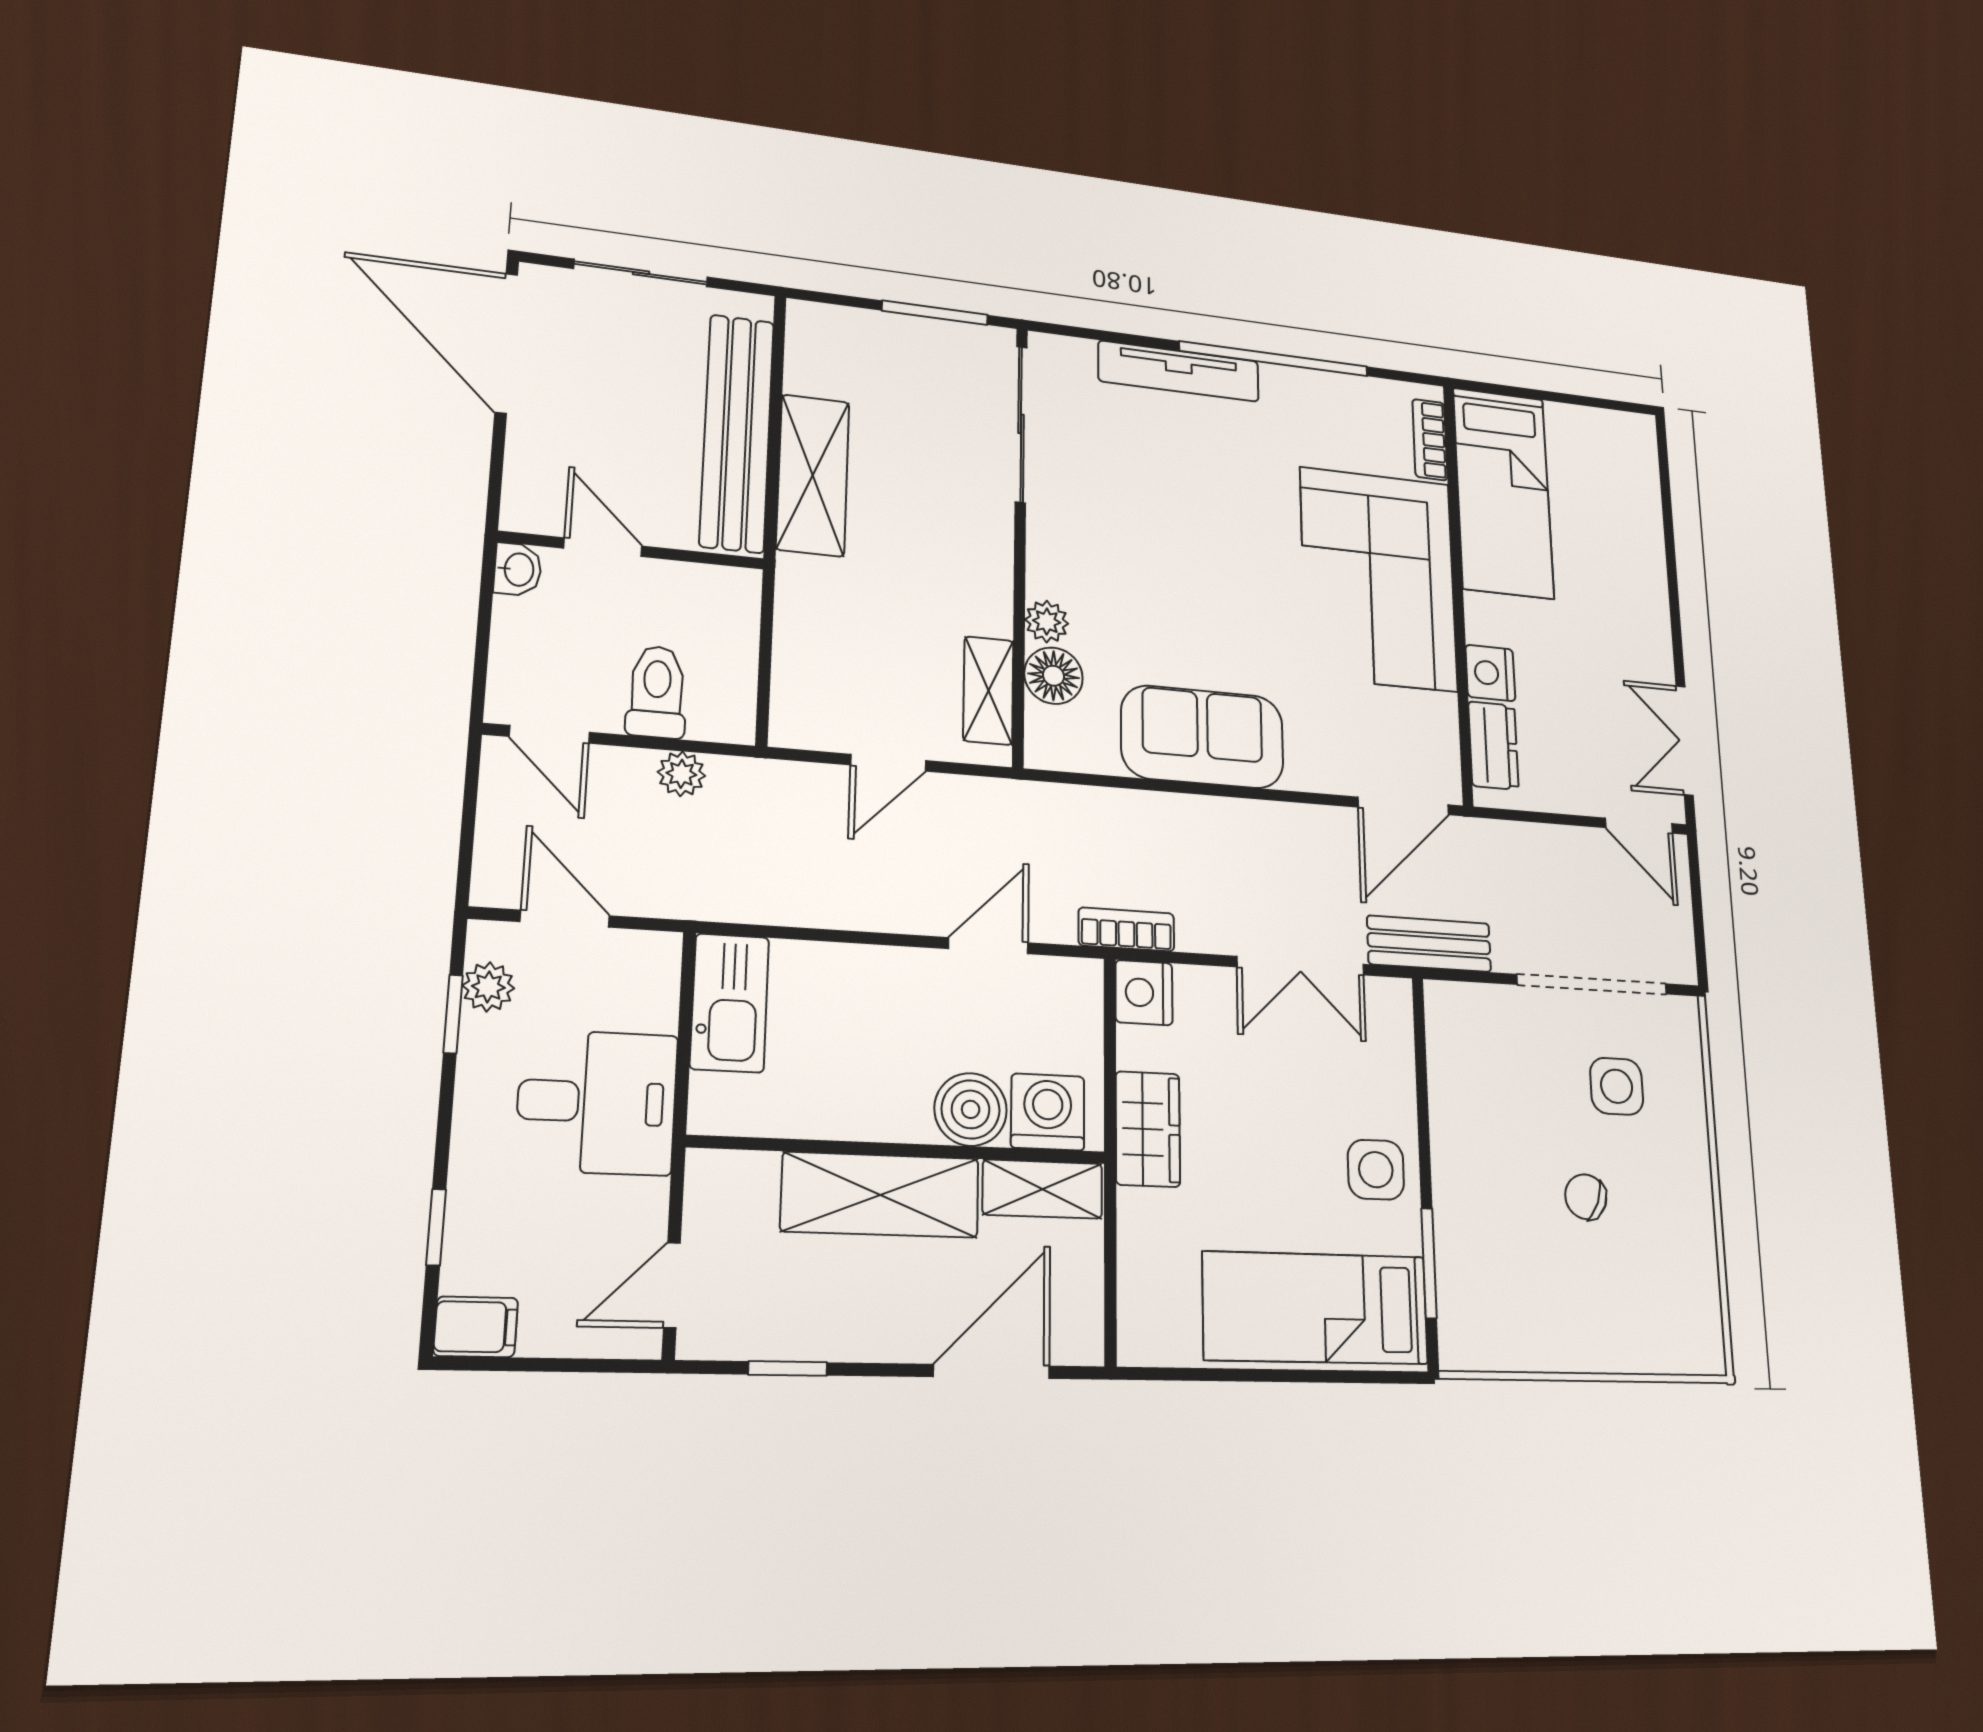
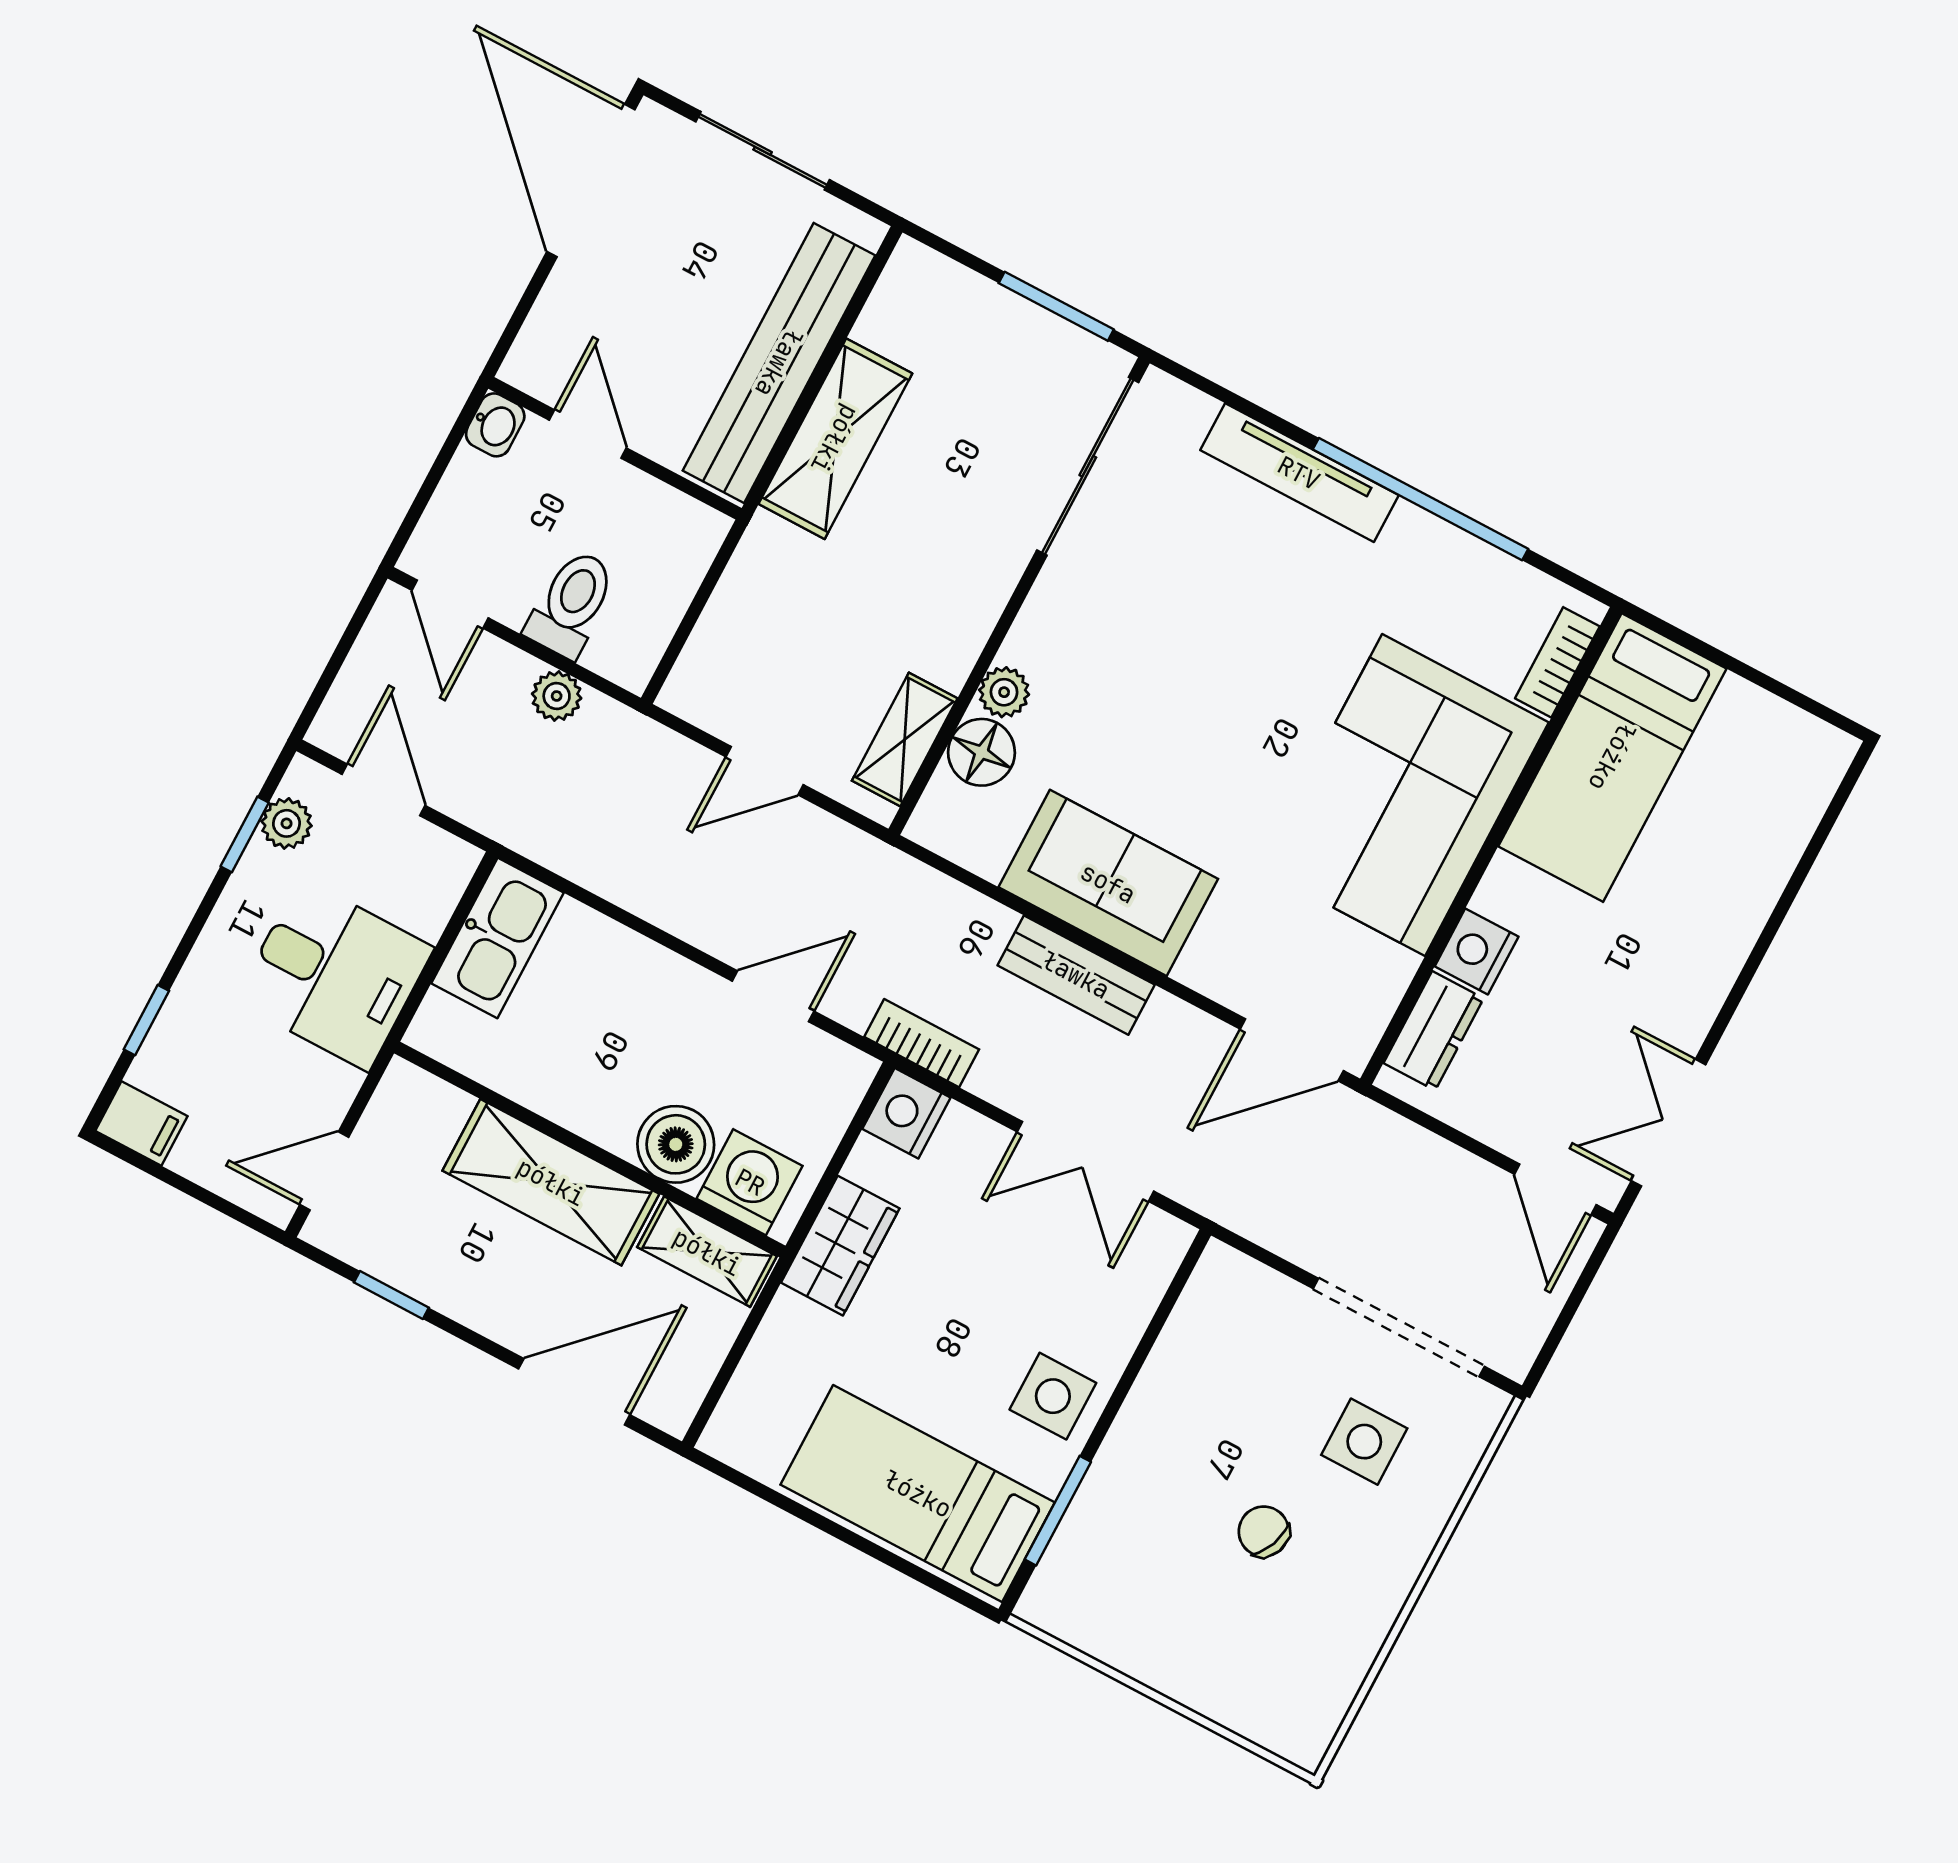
bench: (1429, 944) -> (1076, 975), moved

